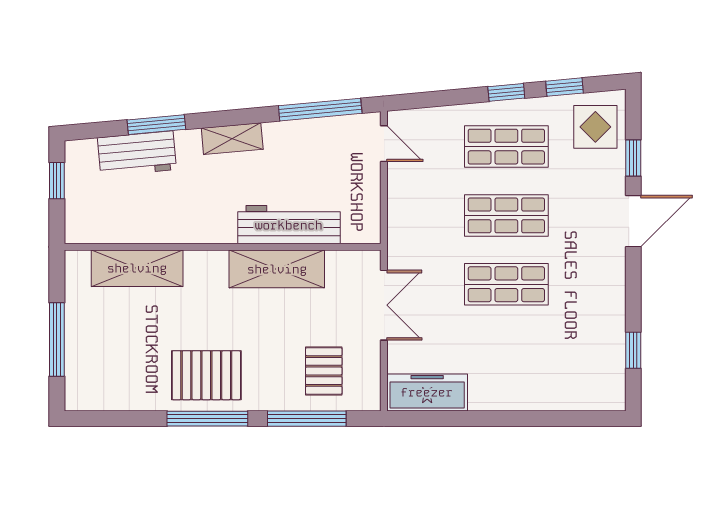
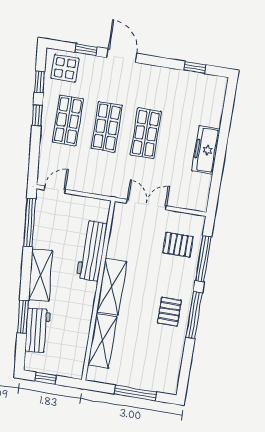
shelving: (232, 139) -> (40, 275), width x1.50, depth x1.33
shelving: (277, 269) -> (112, 287), moved
pallet: (206, 375) -> (169, 312), width x0.67, depth x0.71
freezer: (427, 392) -> (206, 150), moved

